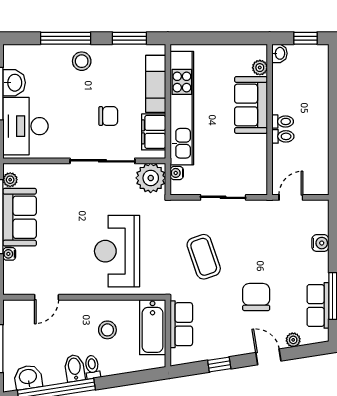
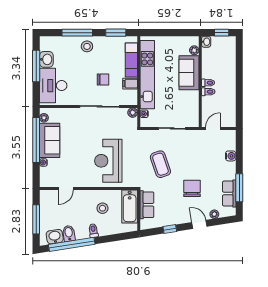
filing cabinet: (154, 132) -> (130, 84), width x0.50
plant: (151, 178) -> (133, 113), width x0.53, depth x0.53
bidet: (75, 368) -> (69, 233), moved

